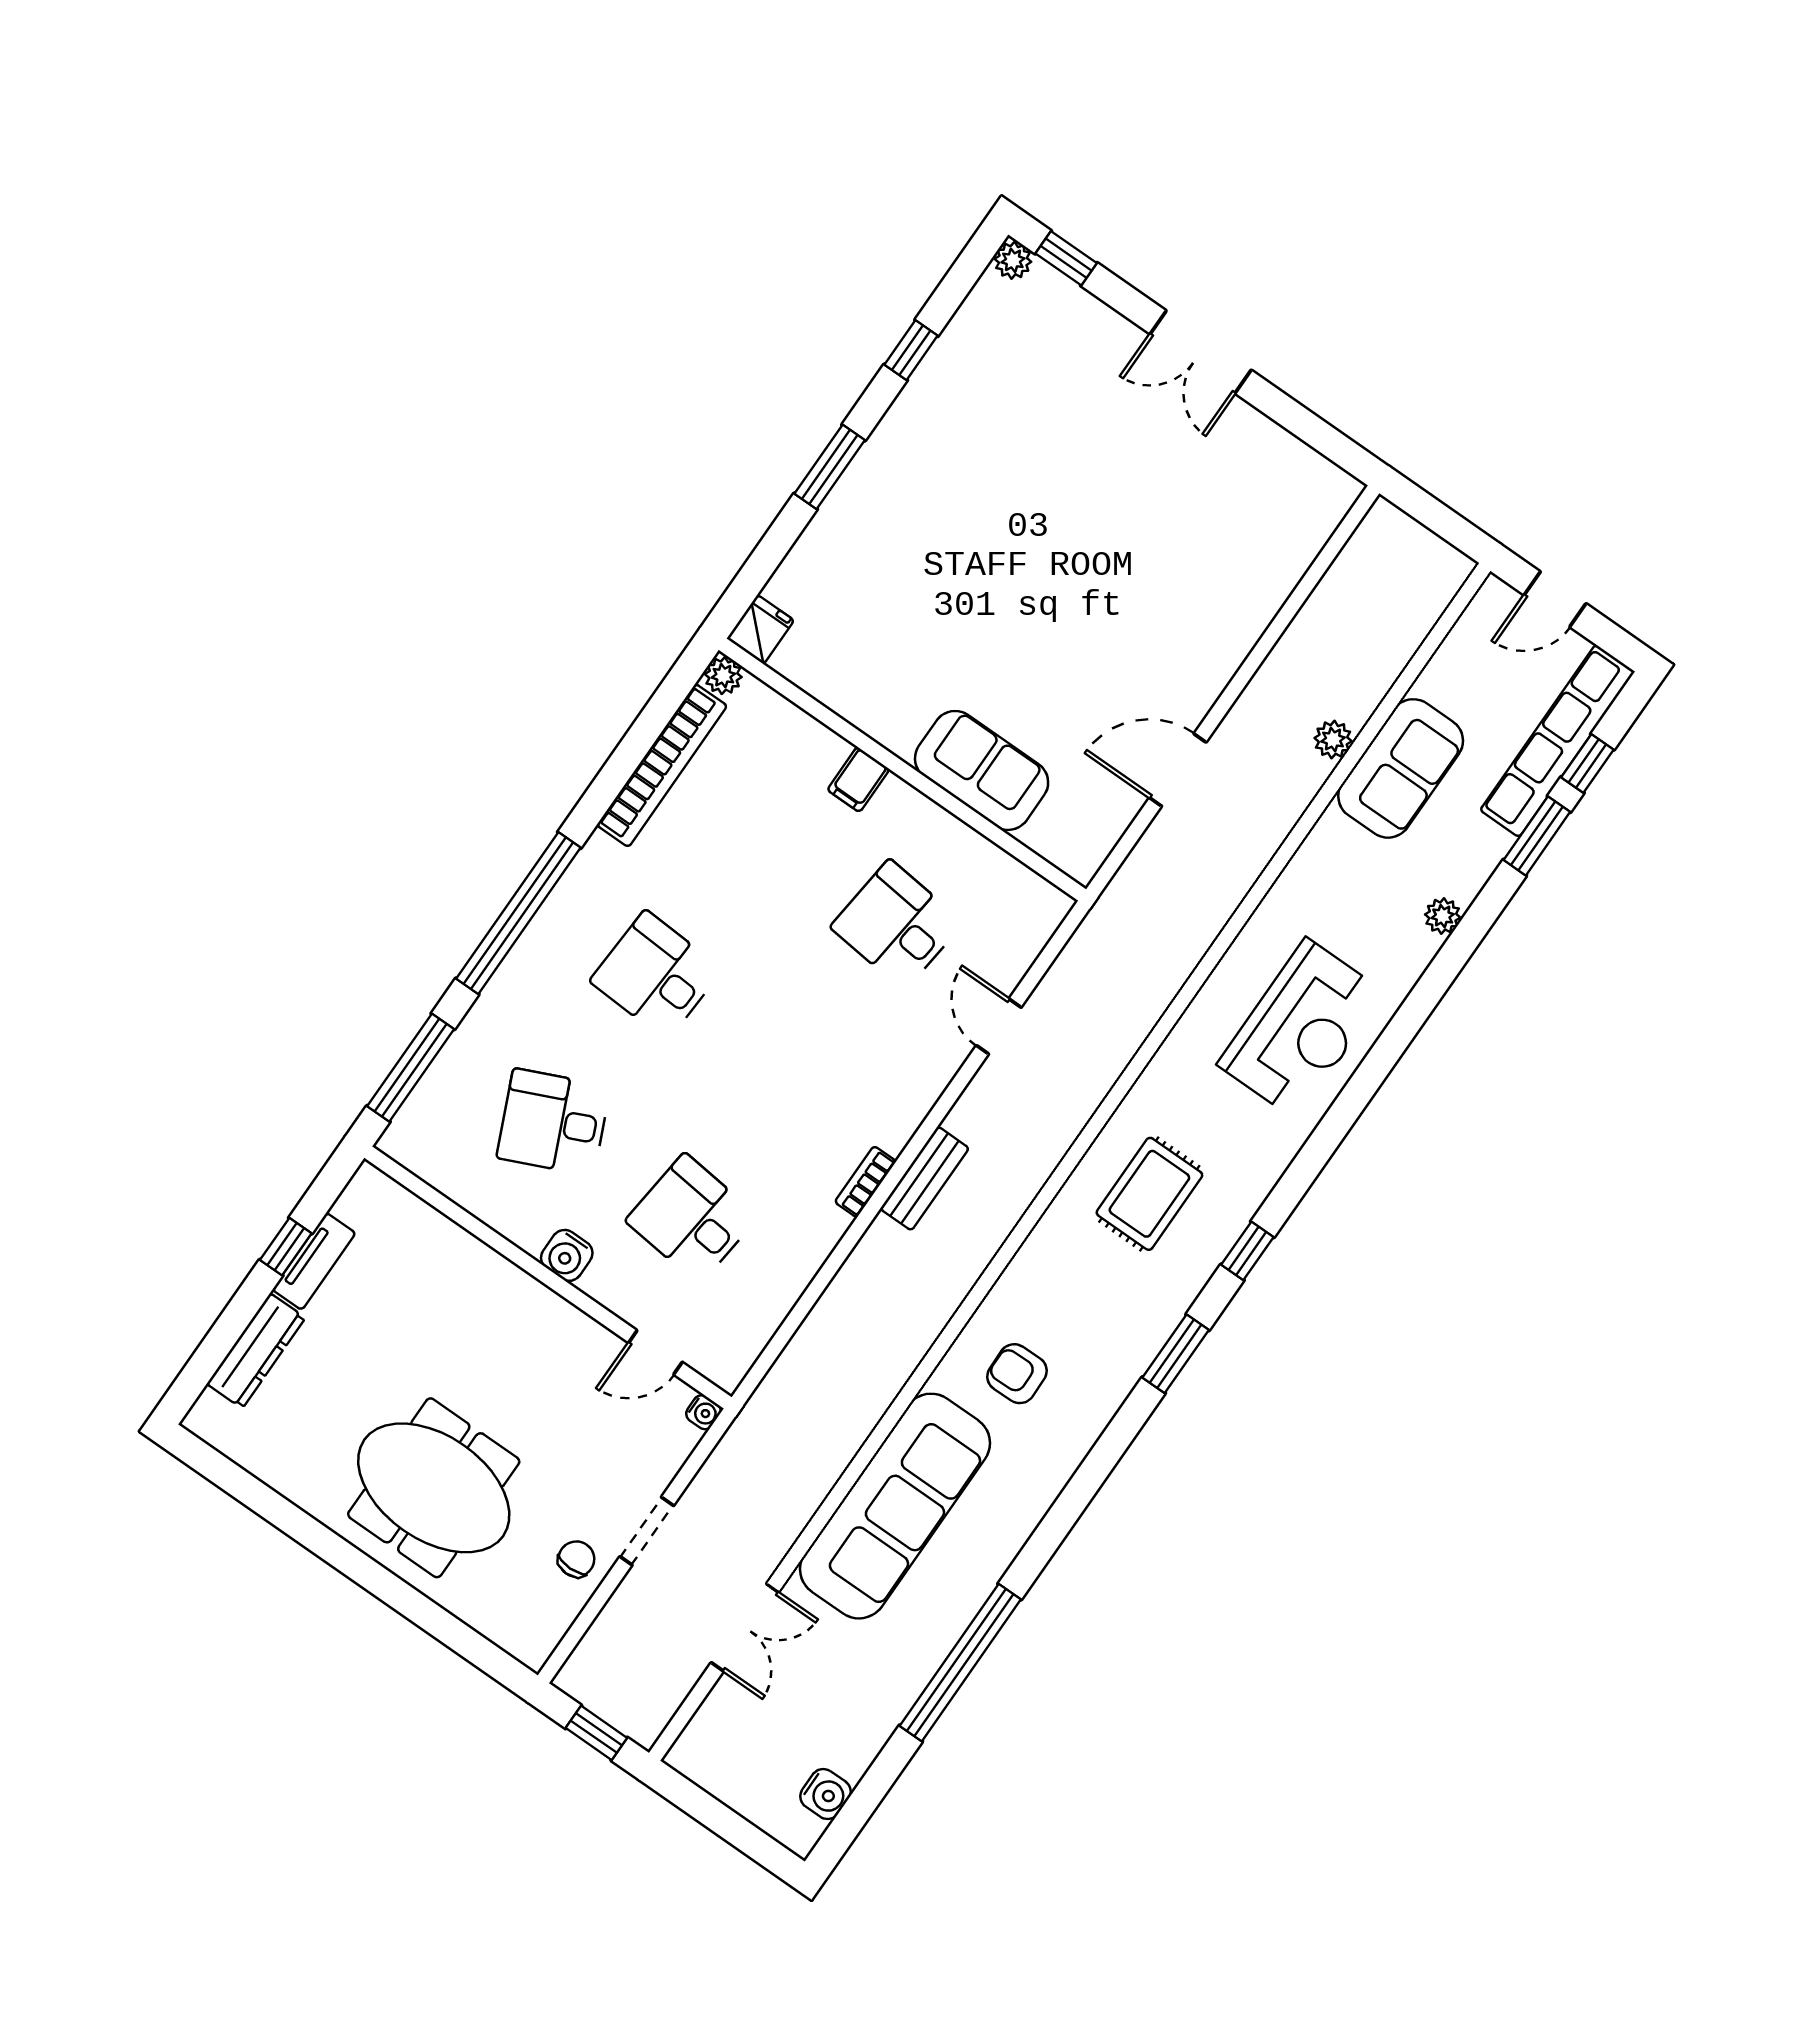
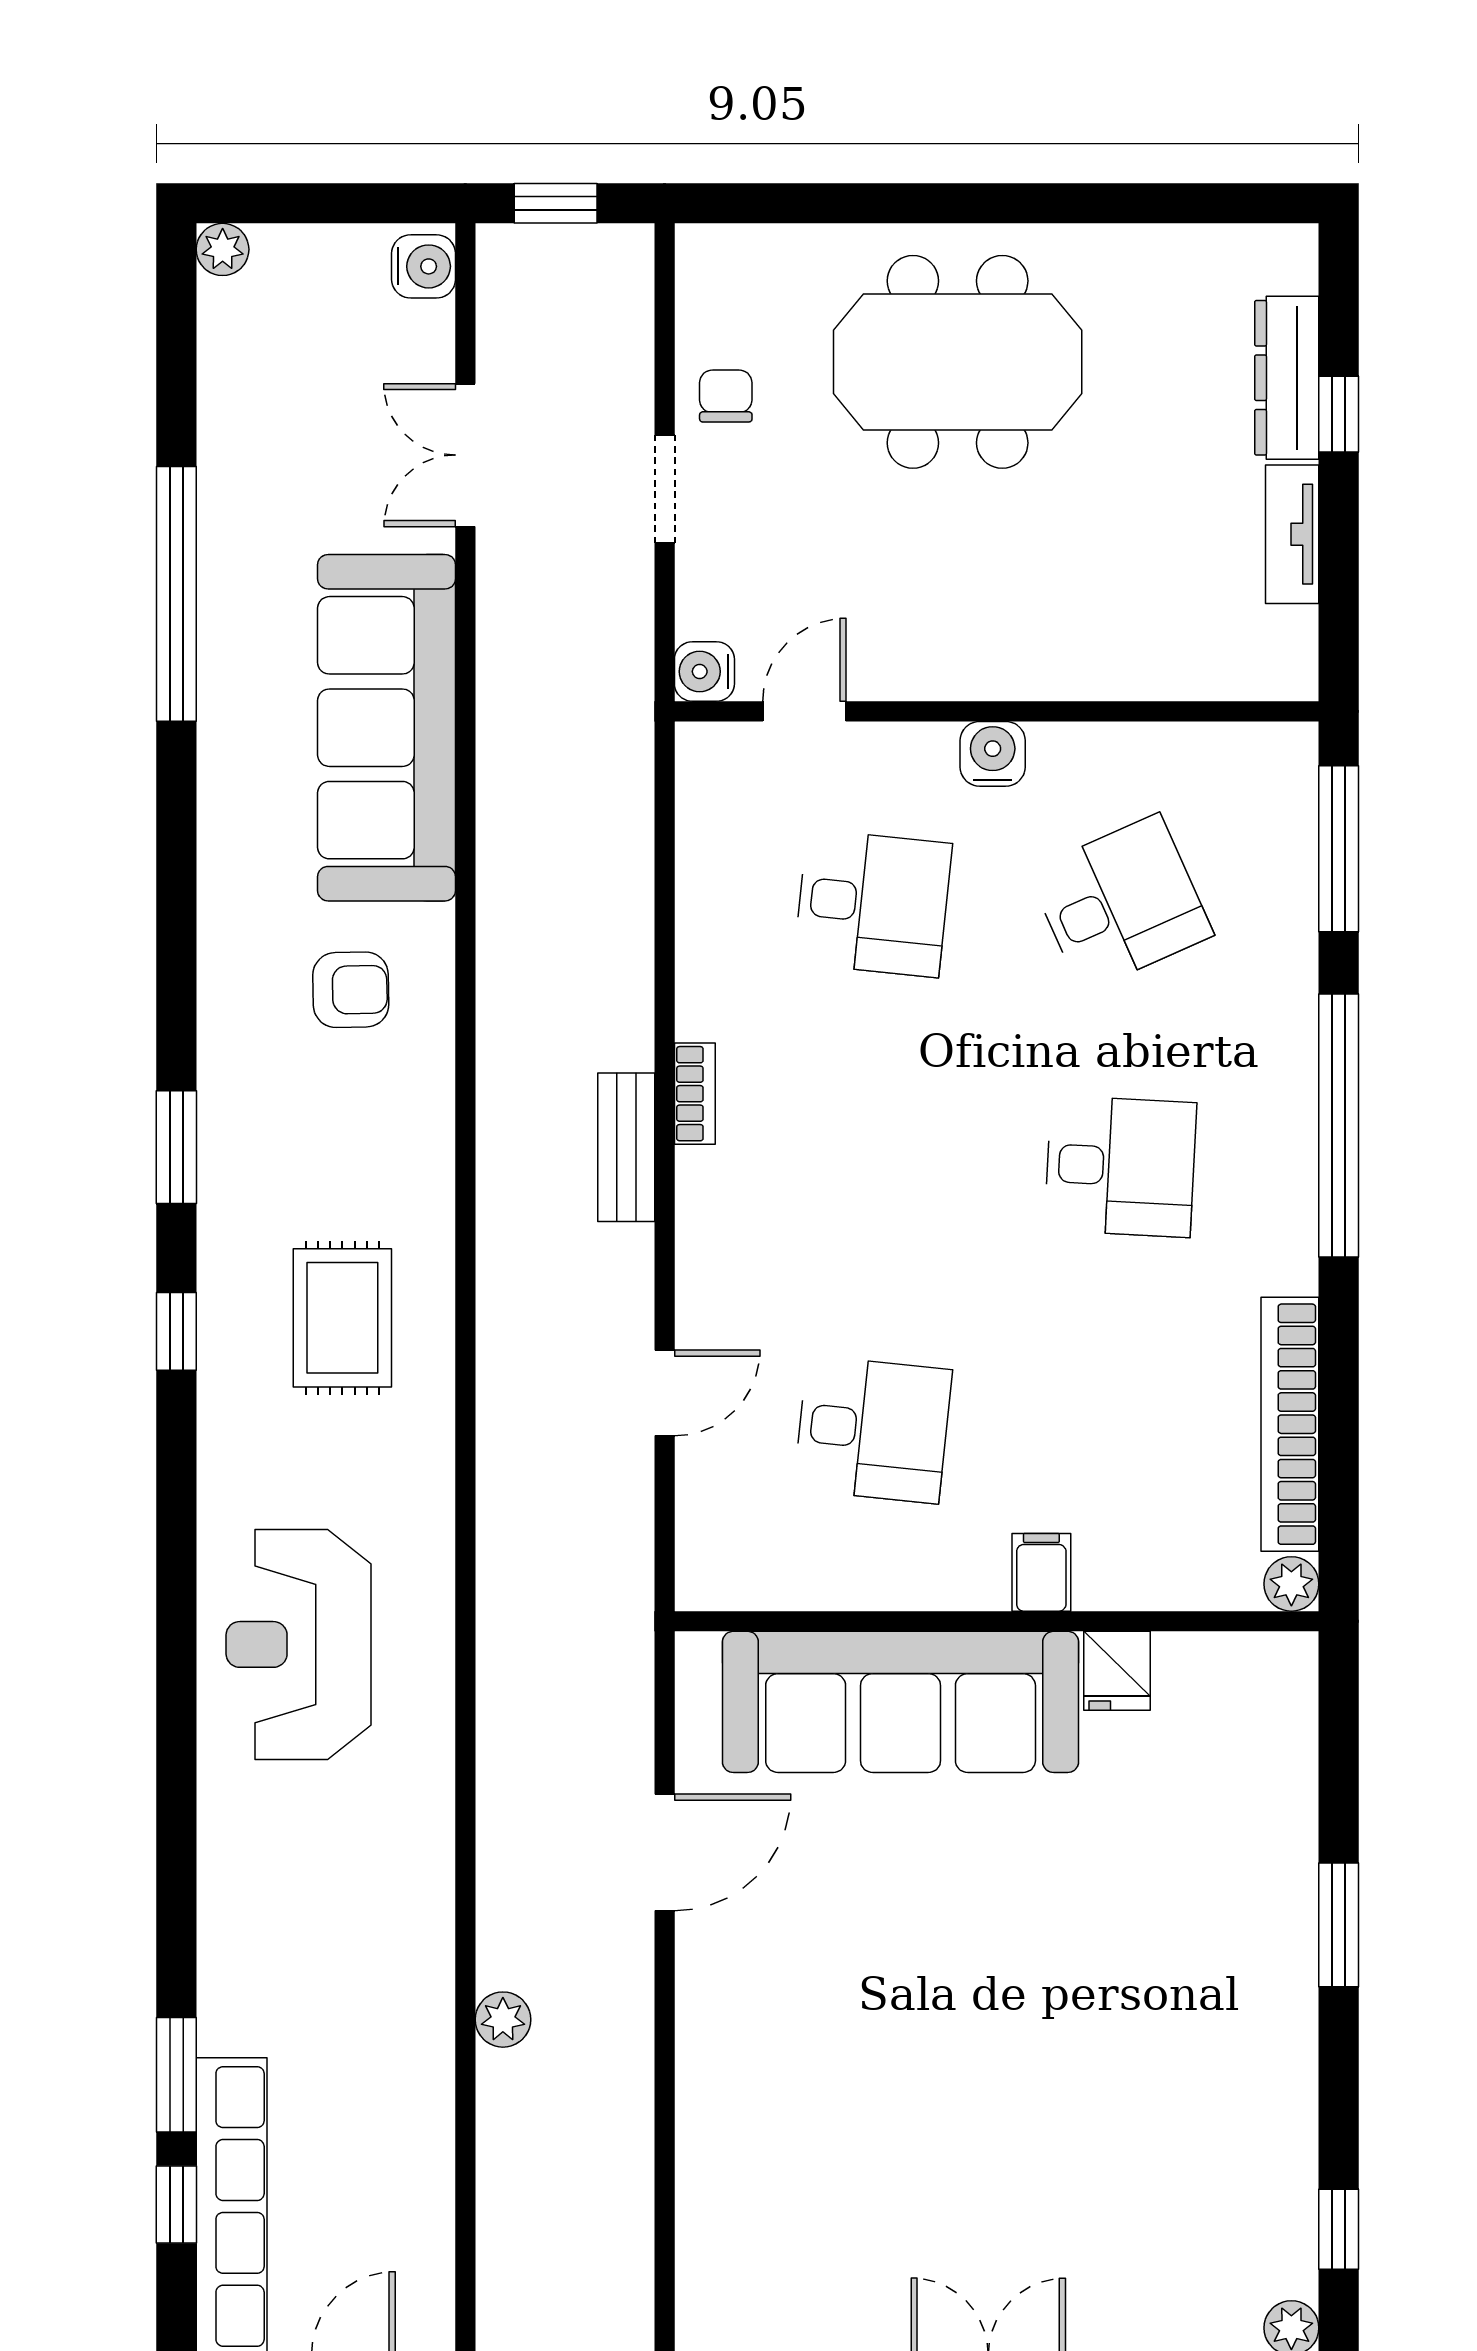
window: (911, 350) -> (1339, 2229), moved
fridge: (760, 629) -> (1117, 1671), moved
sofa: (1401, 768) -> (397, 2042), removed
sofa: (982, 770) -> (901, 1702), width x1.85, depth x1.27
plant: (1443, 916) -> (223, 249), moved
door: (999, 1026) -> (665, 1393), hinge flipped
window: (286, 1247) -> (1339, 414), moved
water cooler: (703, 1412) -> (704, 672), width x1.38, depth x1.38
chair: (576, 1559) -> (726, 396), turned 180
water cooler: (826, 1794) -> (424, 266), moved, turned 180

